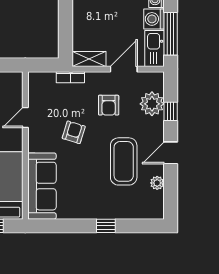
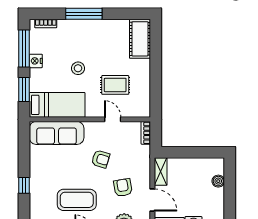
bookcase: (70, 77) -> (146, 133), moved
armchair: (109, 105) -> (123, 188), turned 80

